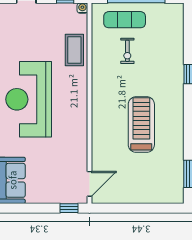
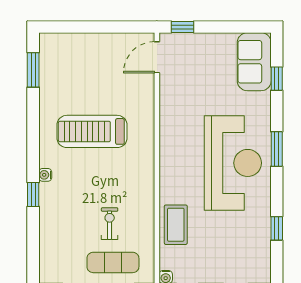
water cooler: (179, 90) -> (45, 175), added
treadmill: (141, 125) -> (92, 131), turned 90

